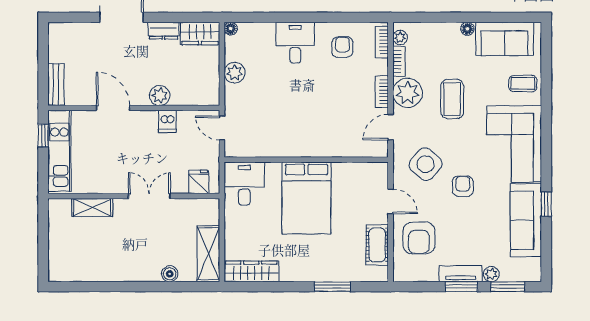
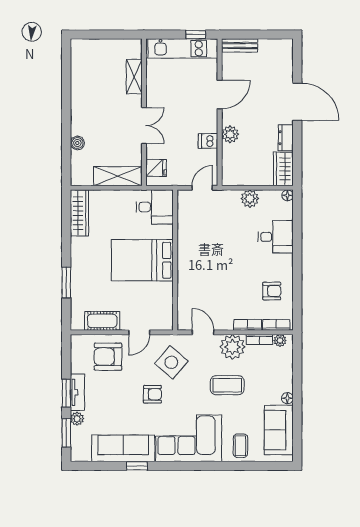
desk: (295, 43) -> (276, 237), moved
bookcase: (382, 92) -> (248, 325), moved
shelving: (208, 254) -> (118, 176), moved

